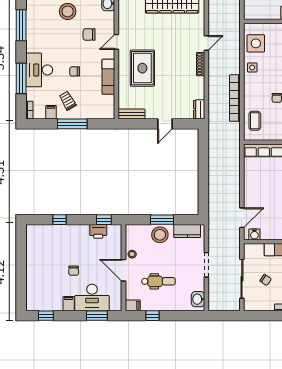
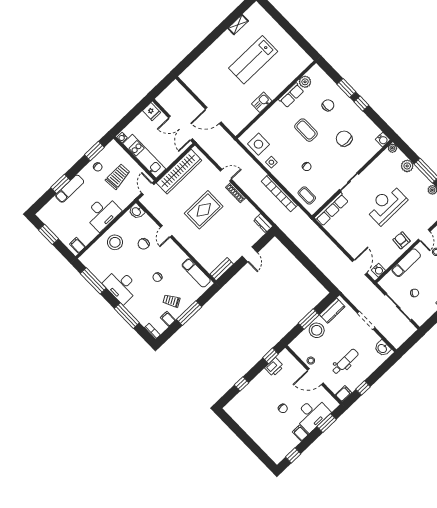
door: (206, 43) -> (226, 175), hinge flipped
rug: (142, 68) -> (204, 210), moved, turned 90
desk: (39, 70) -> (121, 286), moved
exam couch: (108, 77) -> (196, 273), moved

